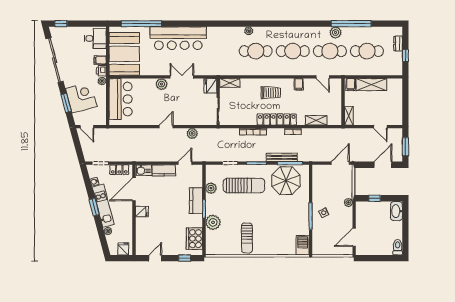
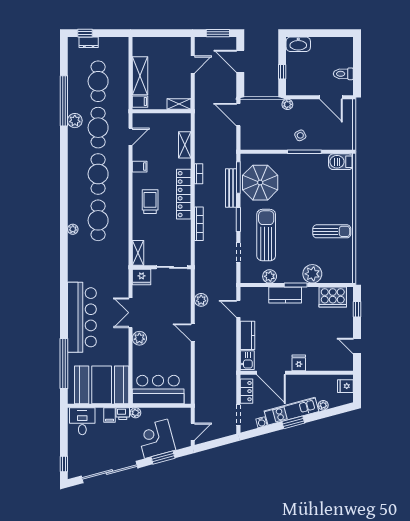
window: (405, 55) -> (85, 33), moved
toilet: (398, 247) -> (343, 74), moved

